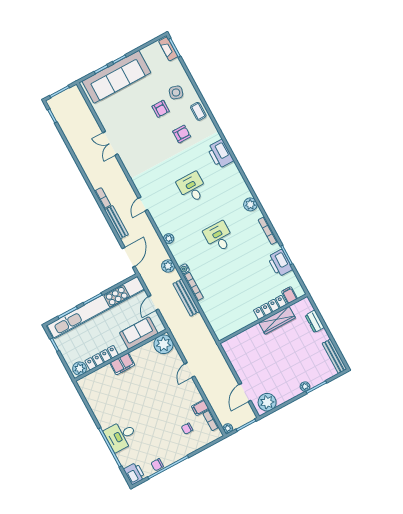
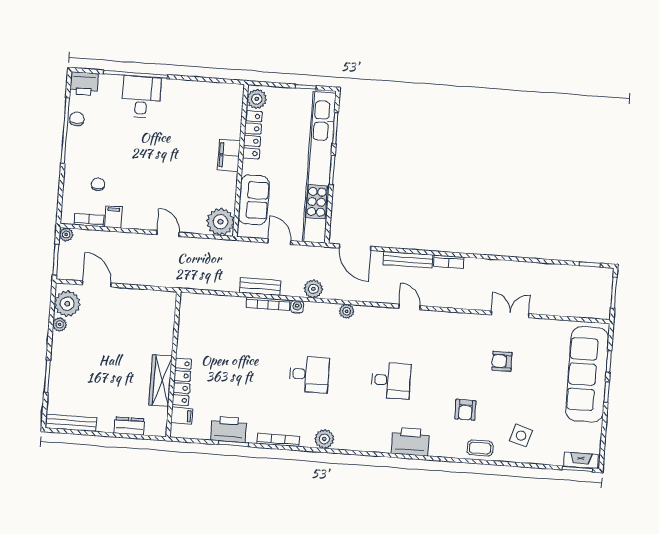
armchair: (161, 109) -> (502, 361), moved
bench: (186, 298) -> (260, 287), width x0.73
plant: (305, 386) -> (60, 324), moved

